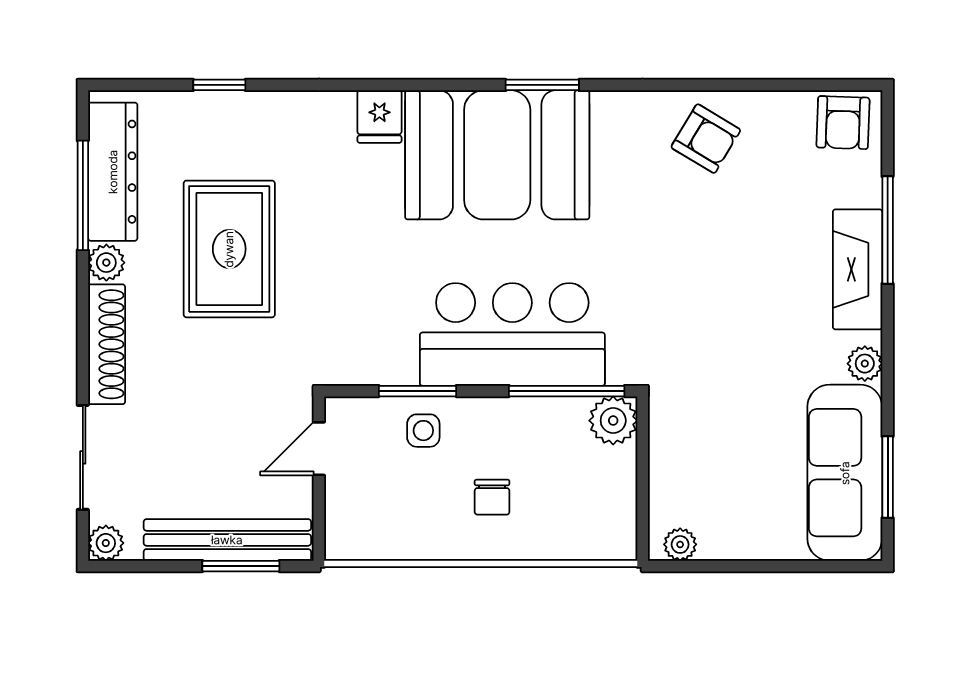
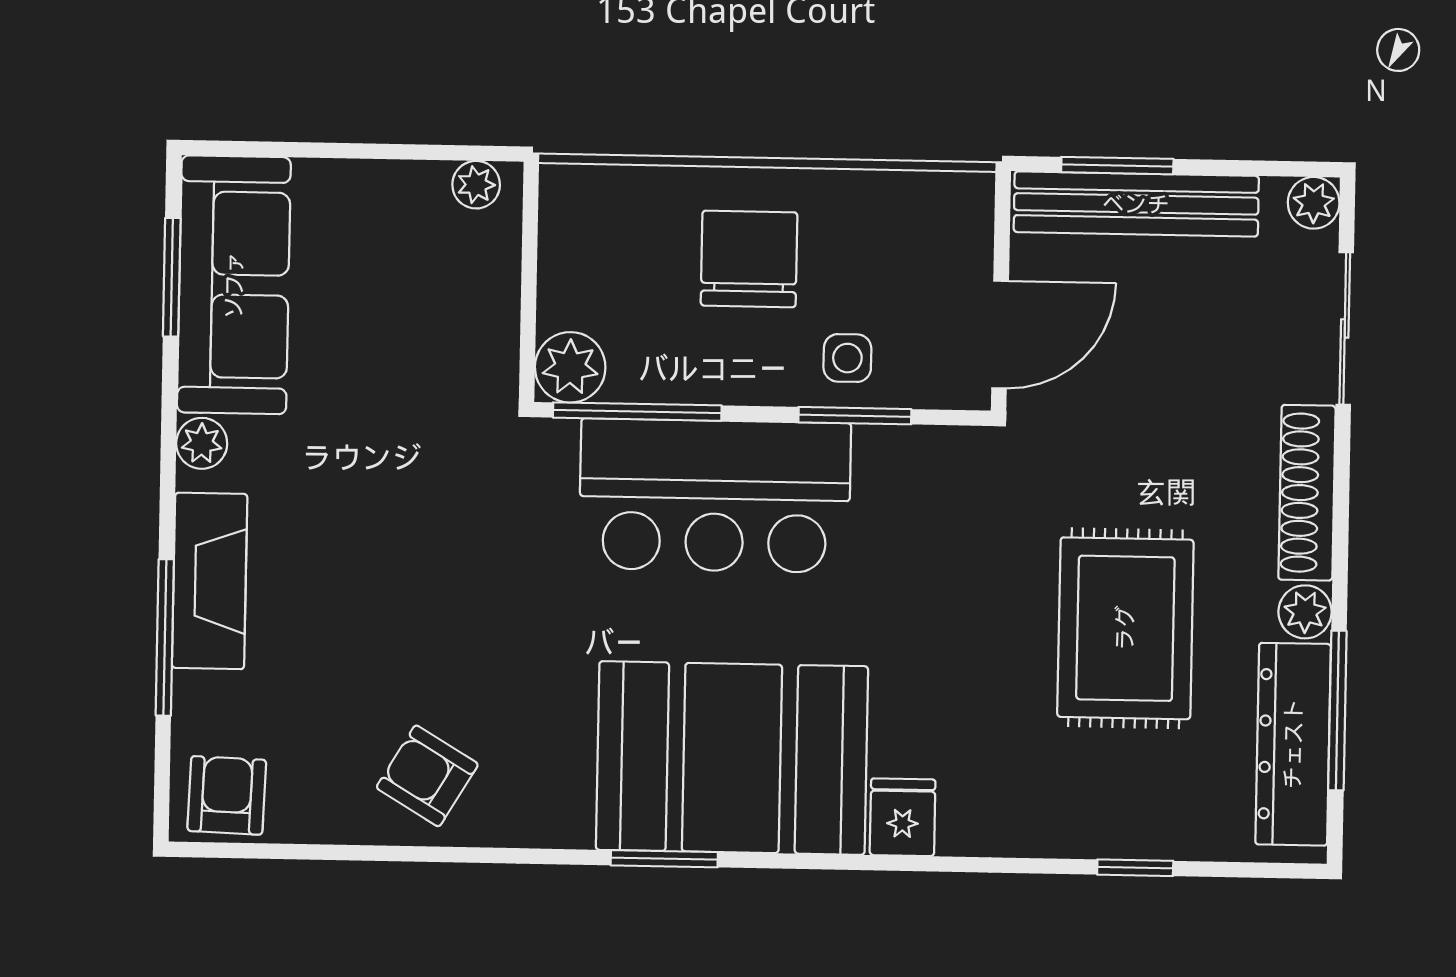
door: (319, 449) -> (1000, 335), width x1.37
chair: (492, 497) -> (749, 259), width x1.87, depth x1.87

